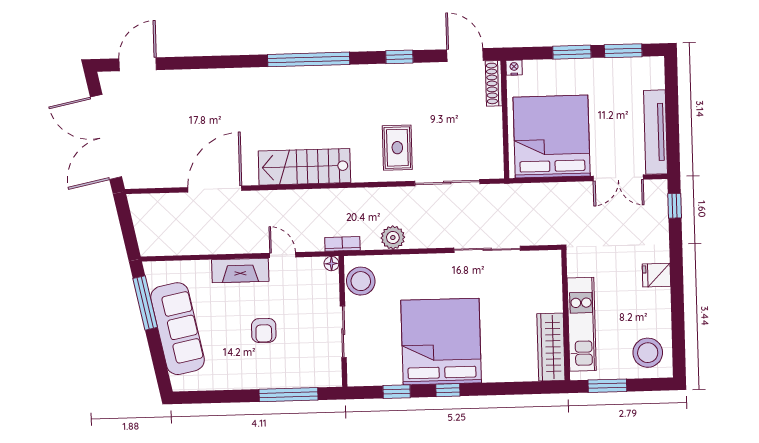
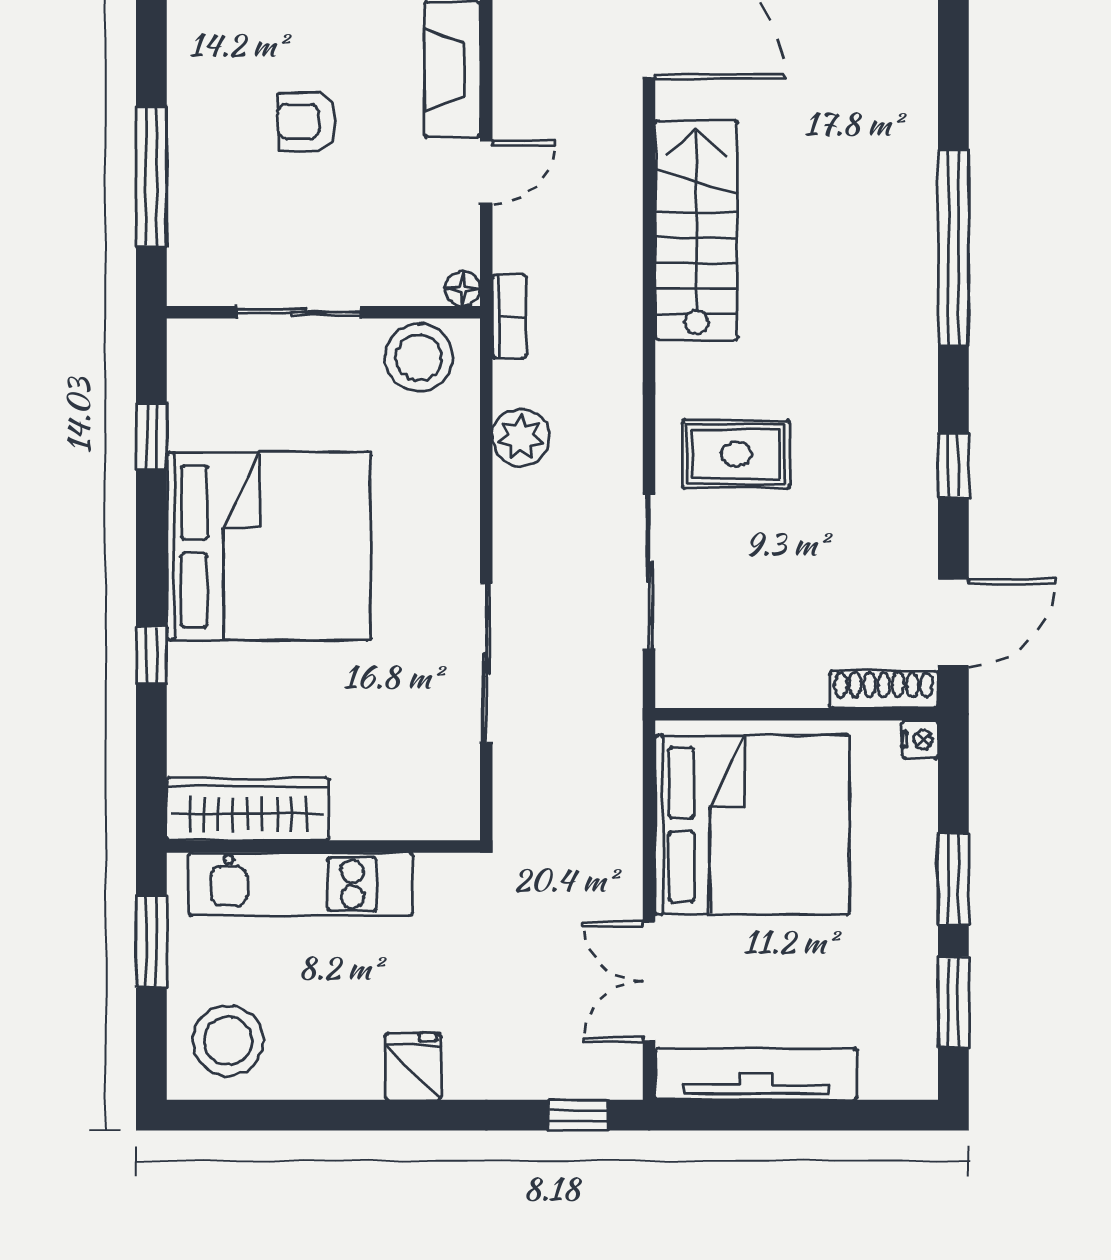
window: (448, 390) -> (151, 655), moved

